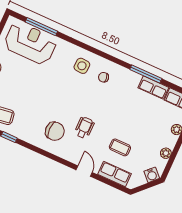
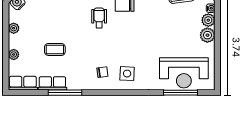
wheelchair: (84, 128) -> (99, 18), turned 180
coffee table: (120, 147) -> (55, 49), moved

